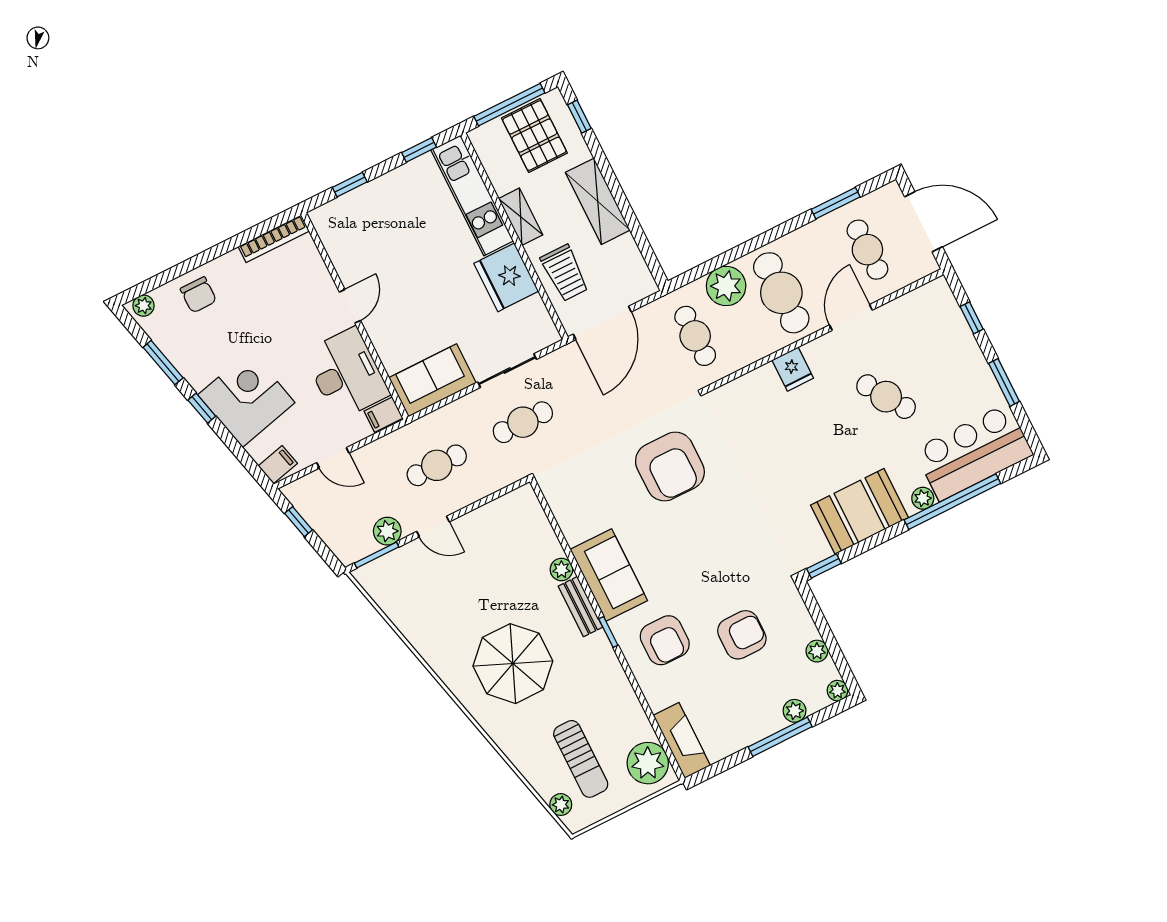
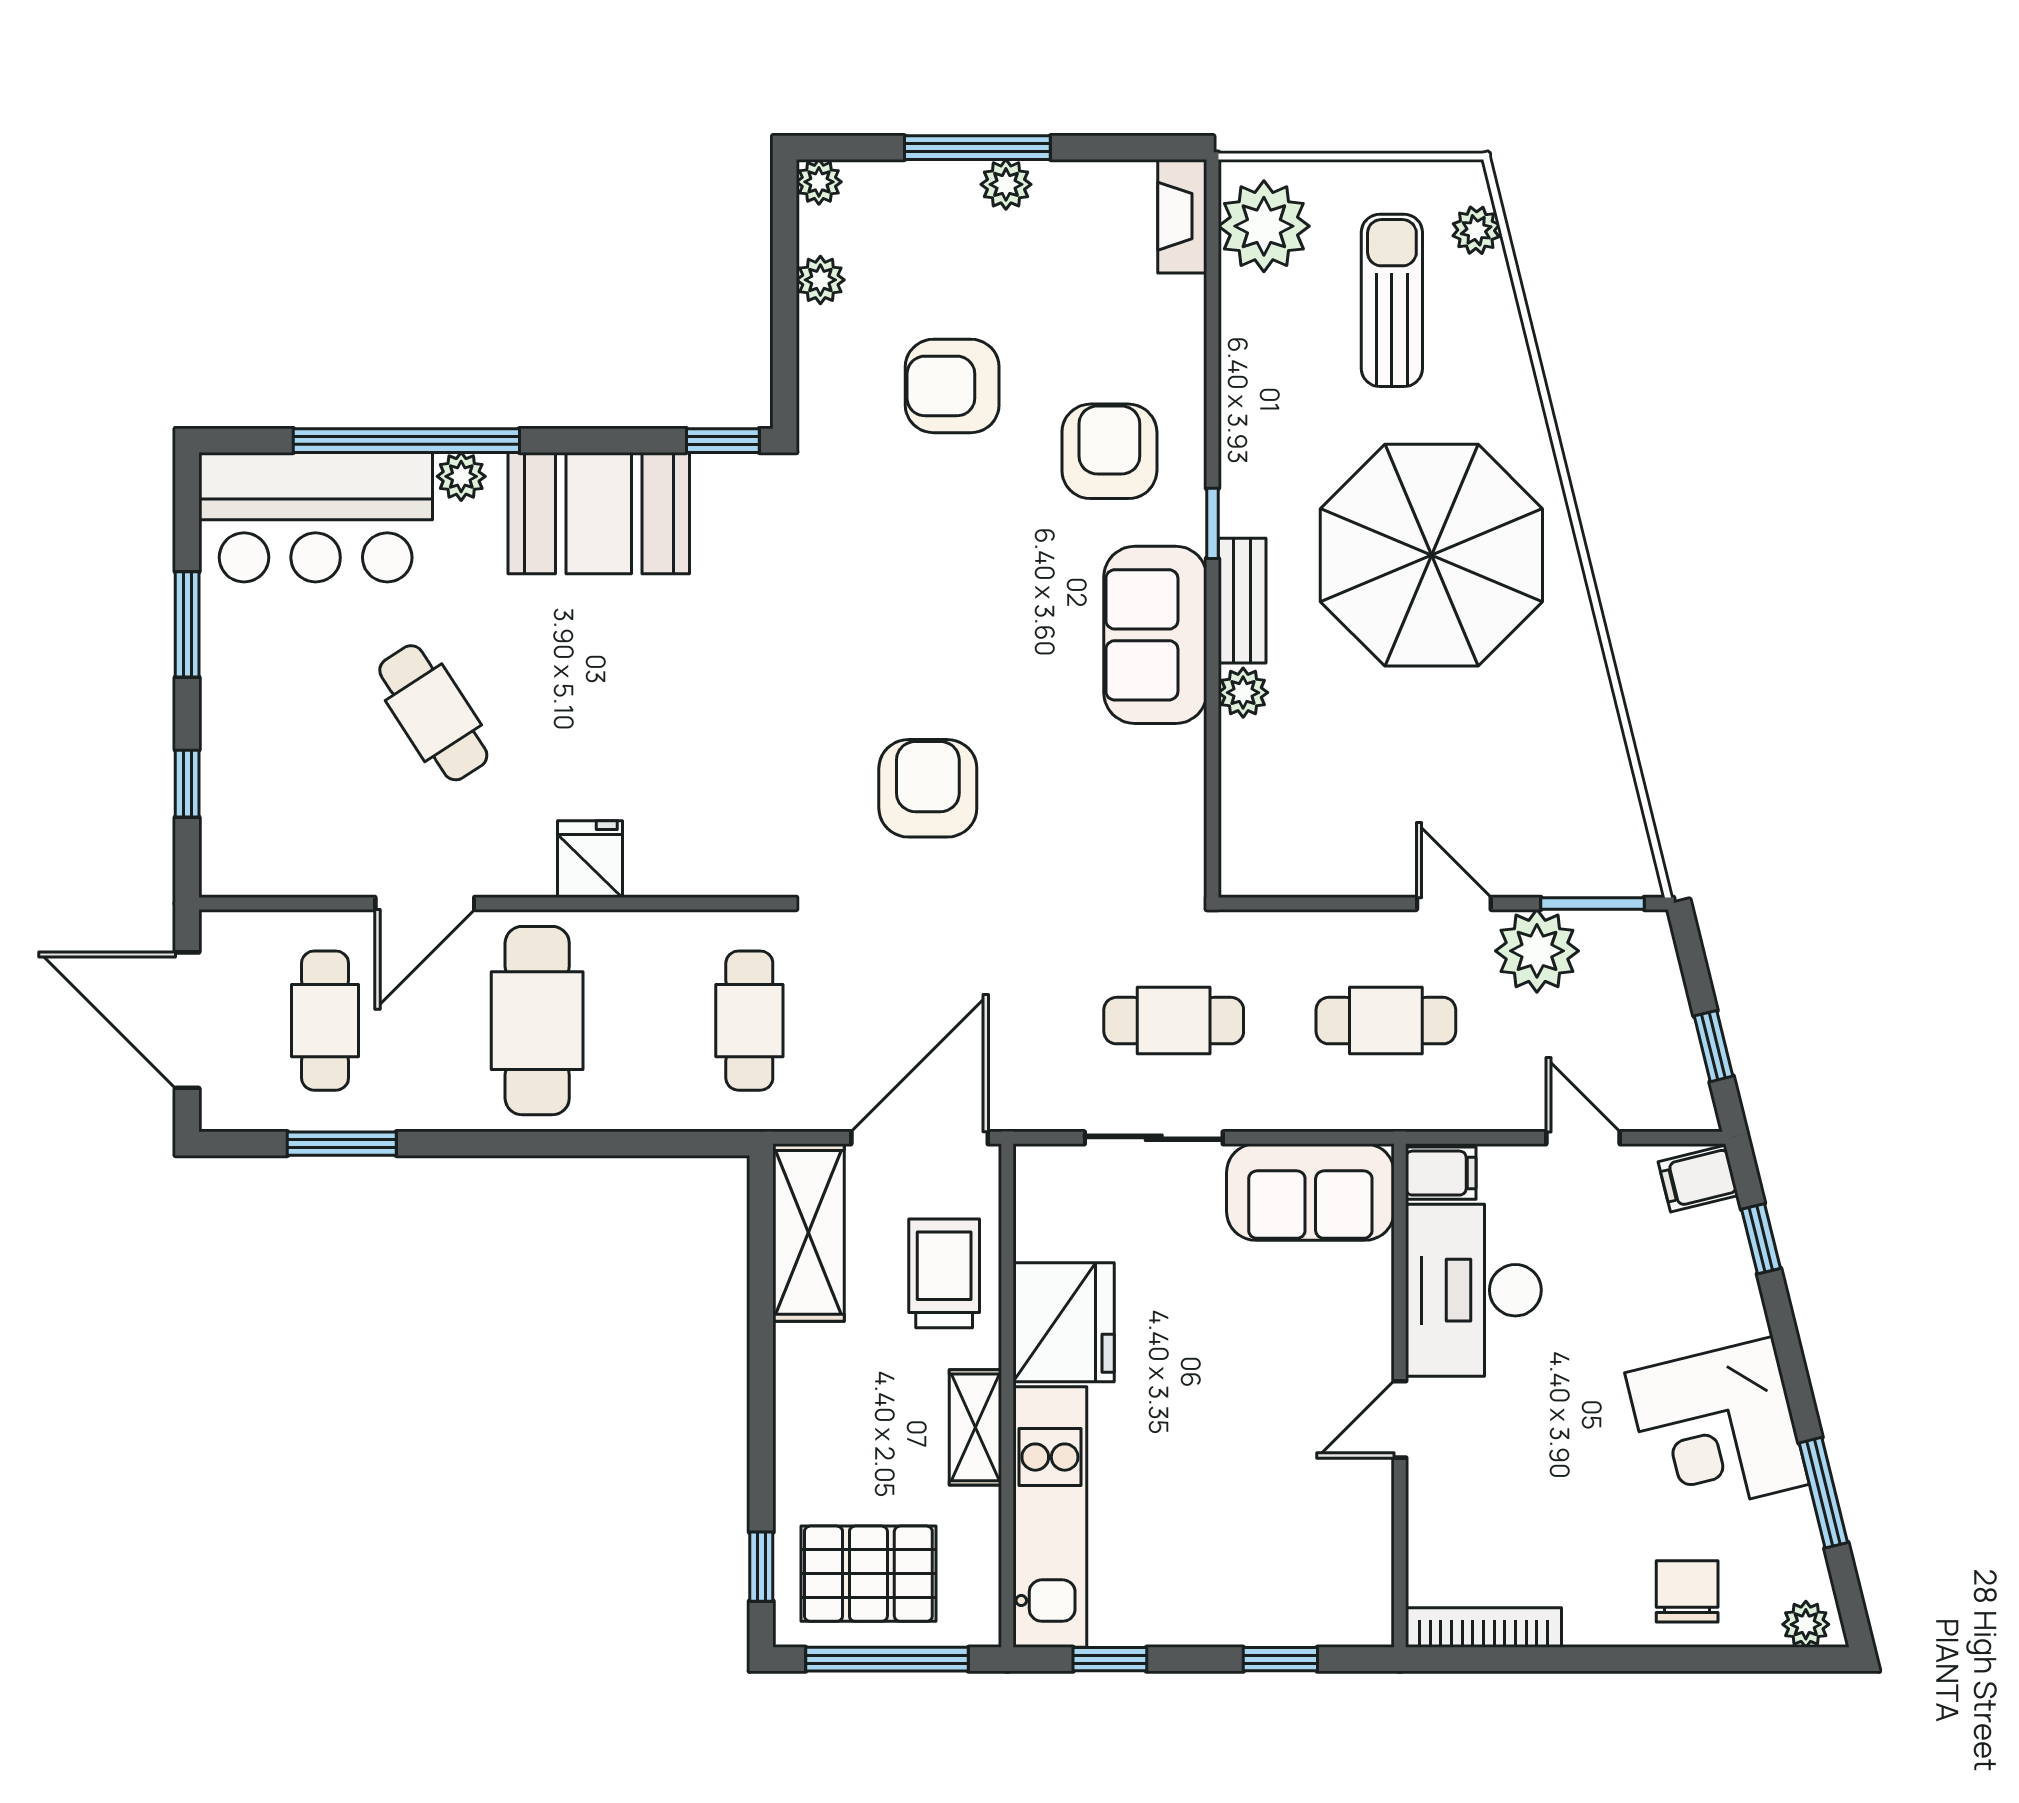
pallet: (534, 136) -> (868, 1574), turned 90
shelving: (598, 201) -> (809, 1232), moved
plant: (726, 286) -> (639, 1088), removed
corner desk: (246, 399) -> (1717, 1429), moved
window: (202, 408) -> (1761, 1239), moved
armchair: (670, 467) -> (928, 788), width x0.73, depth x0.73
plant: (387, 531) -> (1537, 951), width x1.36, depth x1.36
parasol: (513, 664) -> (1431, 555), width x1.36, depth x1.36
plant: (795, 711) -> (1006, 184), moved
fireplace: (682, 740) -> (1182, 216), width x0.73, depth x0.76

